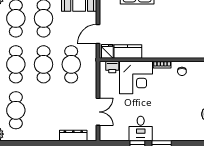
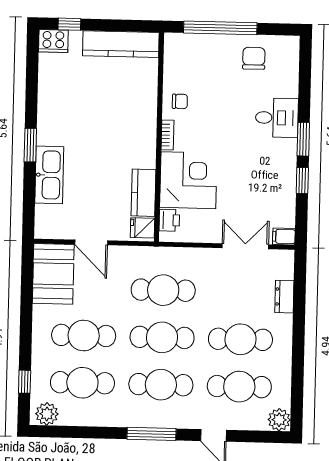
door: (98, 34) -> (91, 242), moved
cafe table: (44, 110) -> (240, 339), added
desk: (141, 128) -> (277, 118), moved
filing cabinet: (104, 134) -> (284, 236), added
dresser: (73, 135) -> (284, 297), width x0.70

